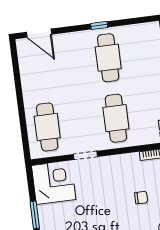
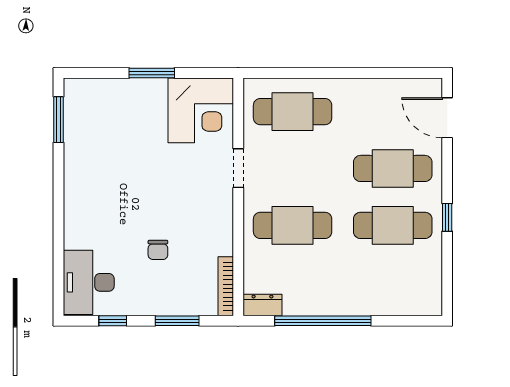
door: (39, 33) -> (447, 118), hinge flipped
cafe table: (74, 62) -> (393, 168), added

